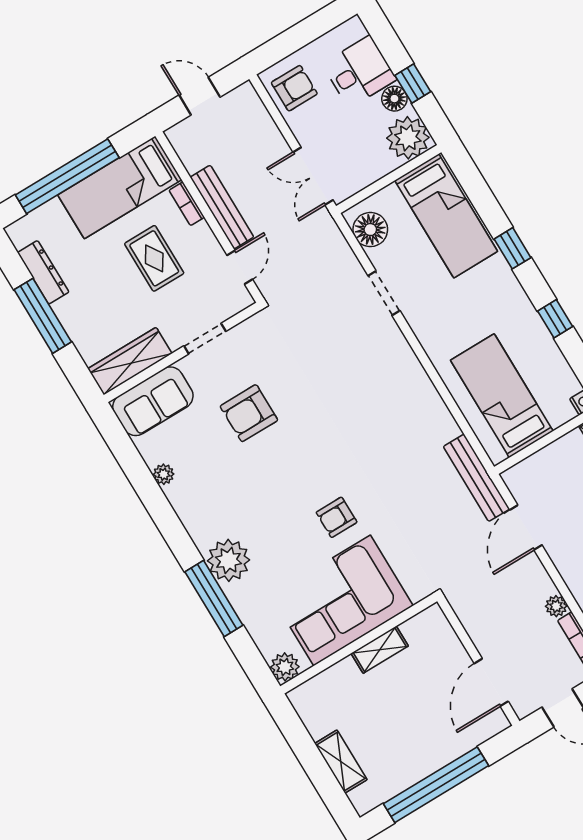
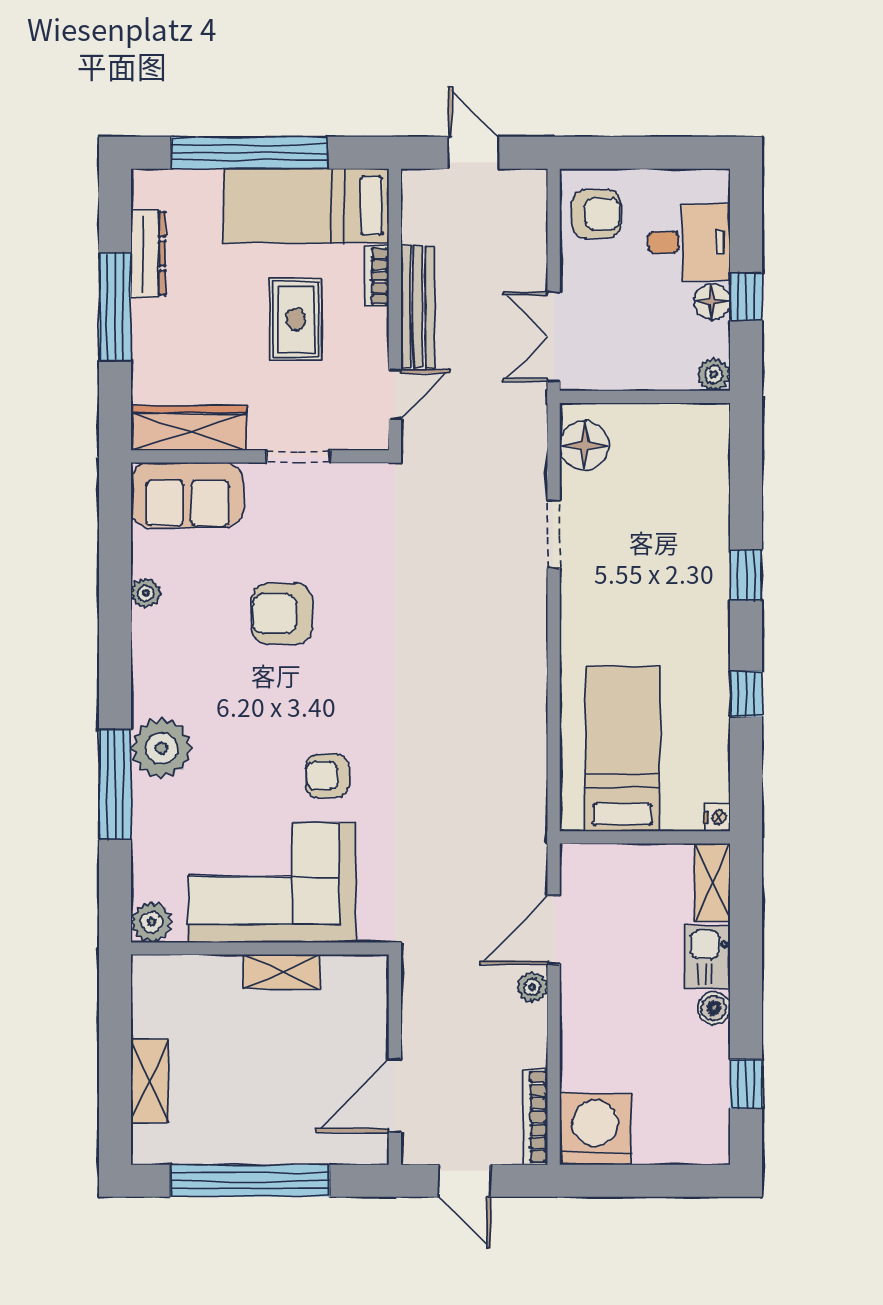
plant: (408, 138) -> (714, 375), width x0.53, depth x0.53
bed: (446, 216) -> (688, 485), removed
armchair: (249, 413) -> (282, 614), moved
bench: (476, 478) -> (530, 832), removed
plant: (556, 606) -> (532, 987), moved

